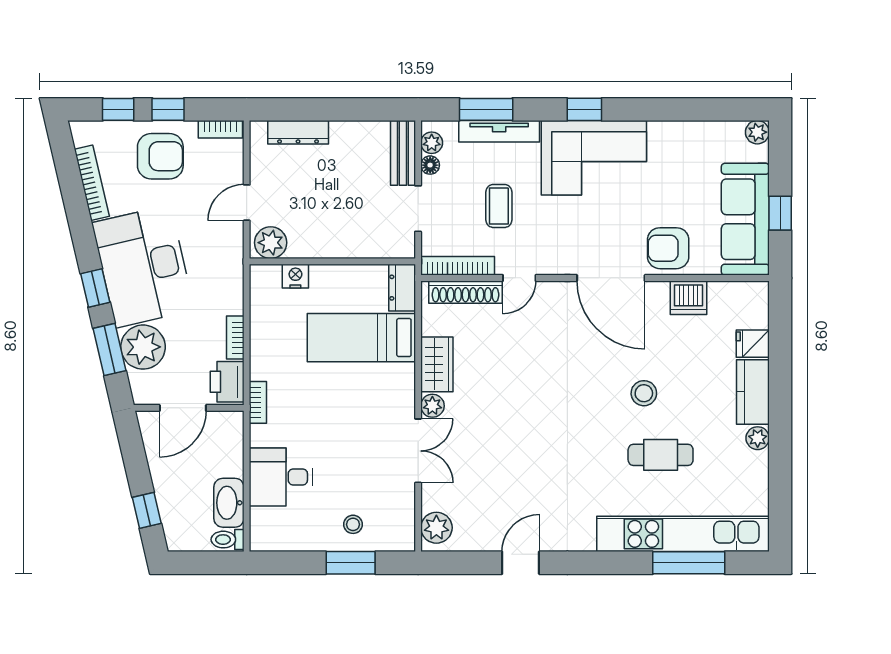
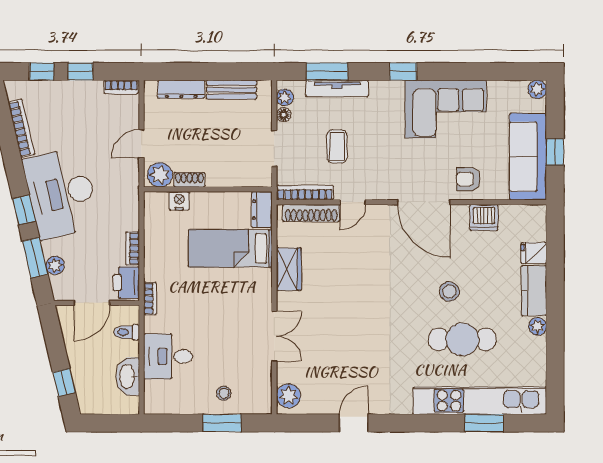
bench: (403, 153) -> (232, 90), moved, turned 90
armchair: (160, 156) -> (74, 108), removed
corner sofa: (594, 158) -> (446, 109), moved
armchair: (668, 248) -> (468, 179), width x0.72, depth x0.72
shoe rack: (309, 249) -> (189, 180), added
plant: (143, 347) -> (55, 265), width x0.53, depth x0.53
plant: (432, 406) -> (285, 301), removed
cafe table: (661, 455) -> (462, 339), width x1.37, depth x1.35
toilet: (228, 540) -> (127, 332), moved
window: (689, 563) -> (484, 423), width x0.69

